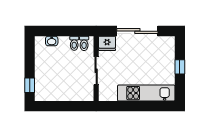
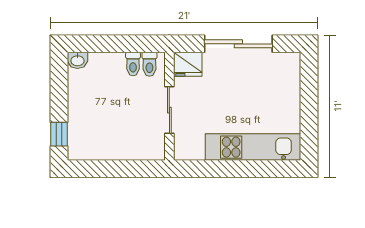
washbasin: (52, 41) -> (77, 60), moved
window: (180, 67) -> (309, 104), removed

